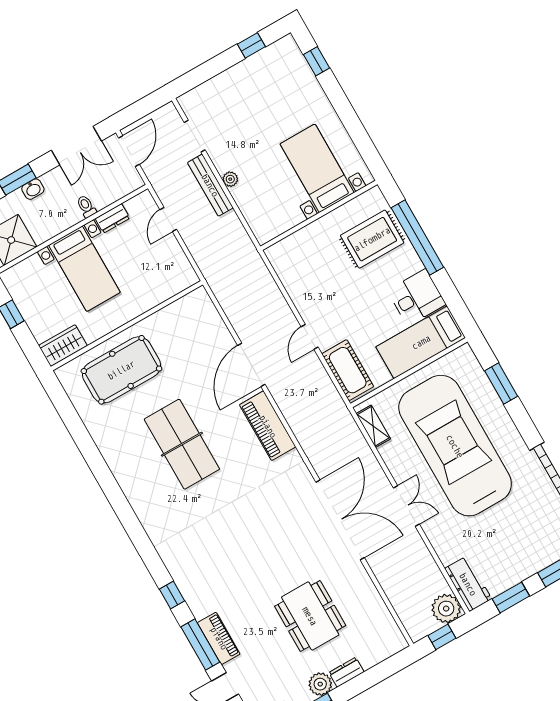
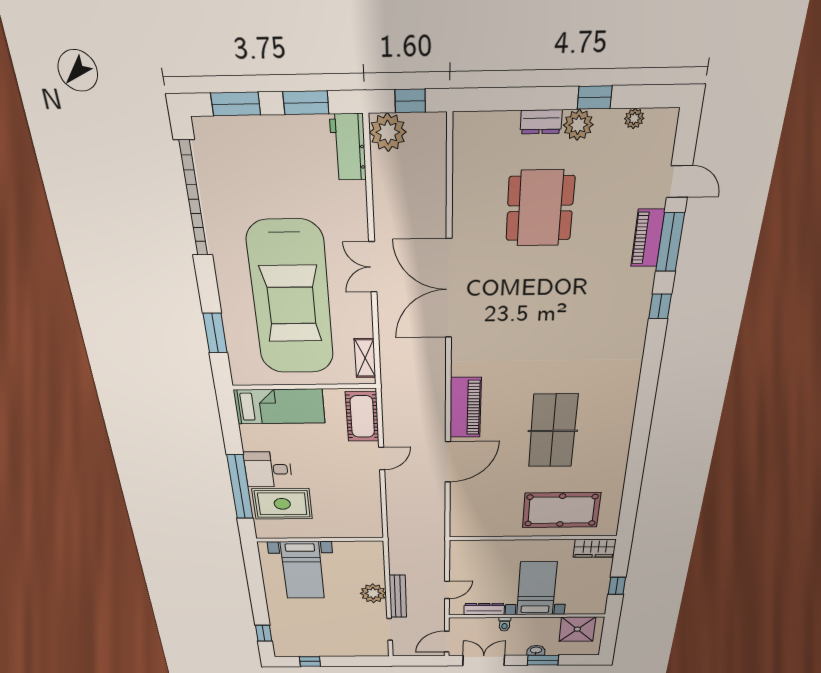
plant: (230, 179) -> (373, 593), width x1.88, depth x1.88
dresser: (112, 218) -> (484, 609), width x1.44
desk: (417, 297) -> (268, 469), moved

